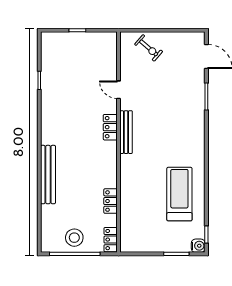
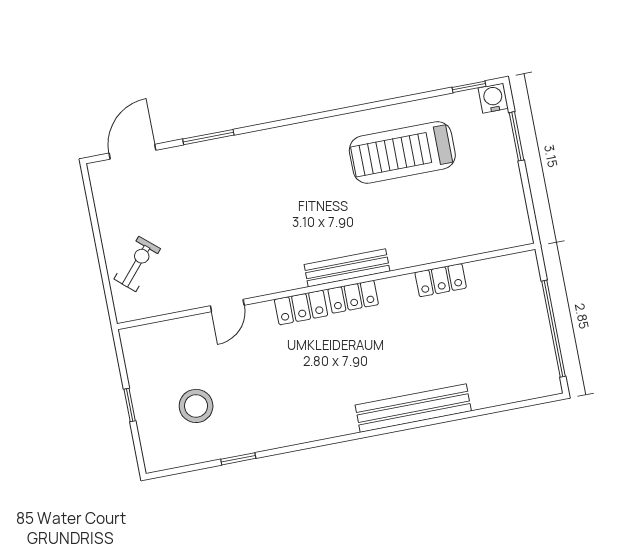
bench: (126, 132) -> (347, 268), moved
stool: (74, 238) -> (196, 406), moved
locker: (111, 240) -> (353, 297), moved

